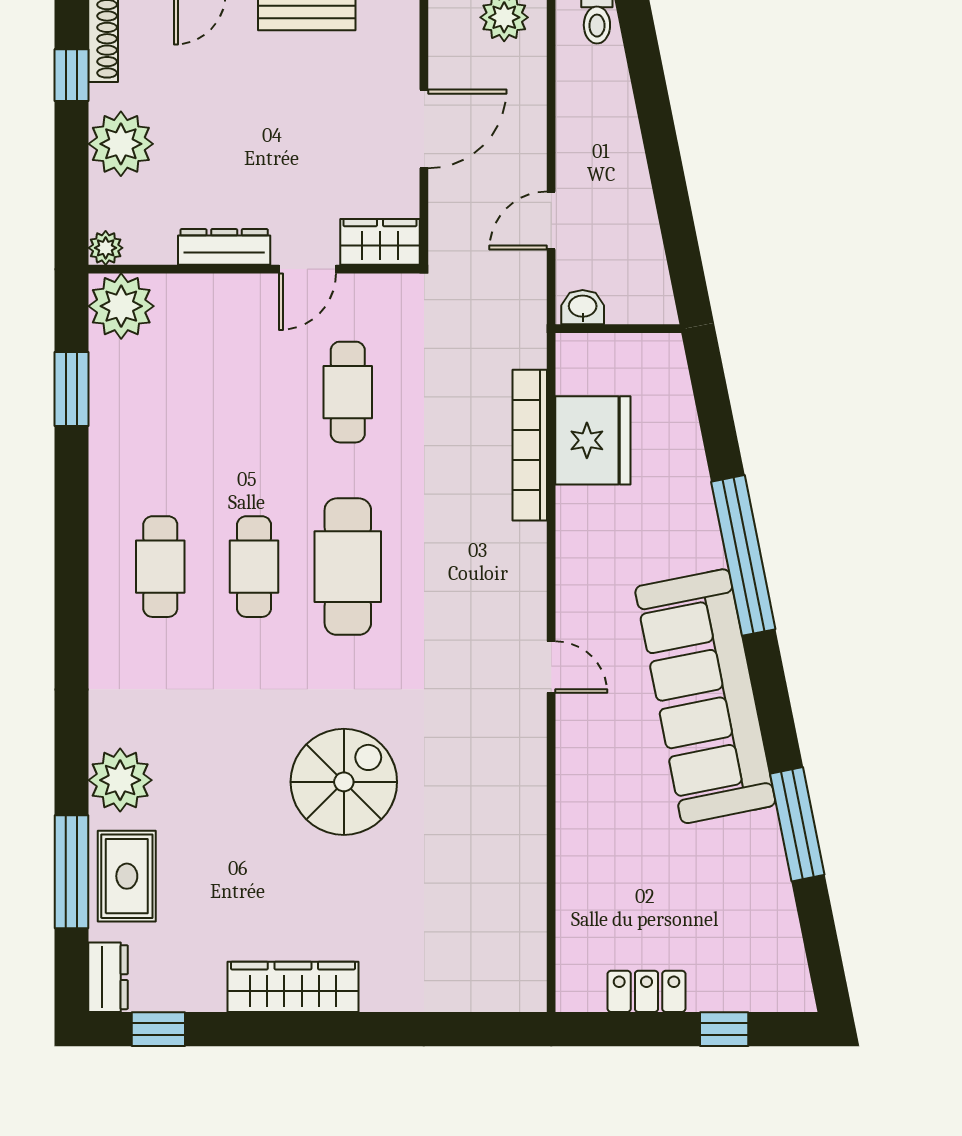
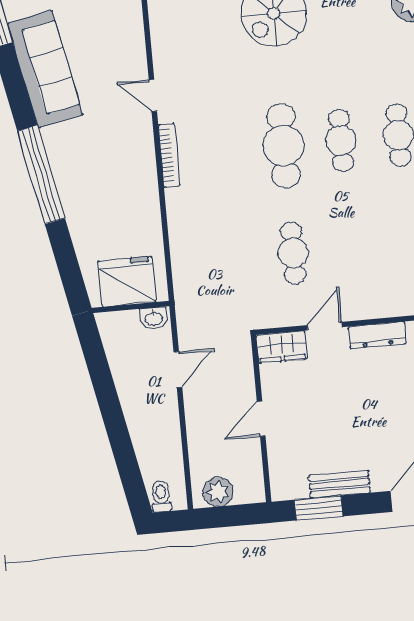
door: (424, 129) -> (261, 419), width x0.73
fridge: (593, 440) -> (127, 281), moved, turned 90
bookcase: (530, 445) -> (169, 155), moved, width x0.68, depth x0.76
sofa: (705, 696) -> (45, 69), width x0.74, depth x0.79

